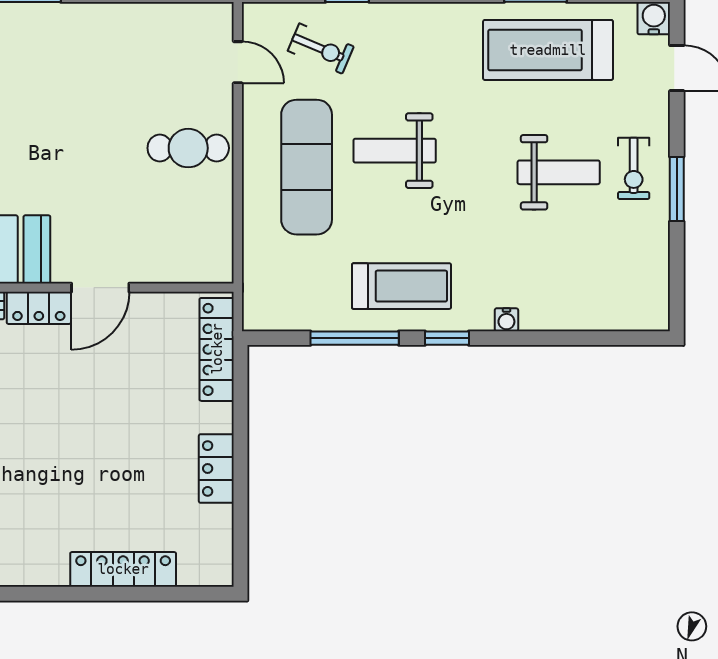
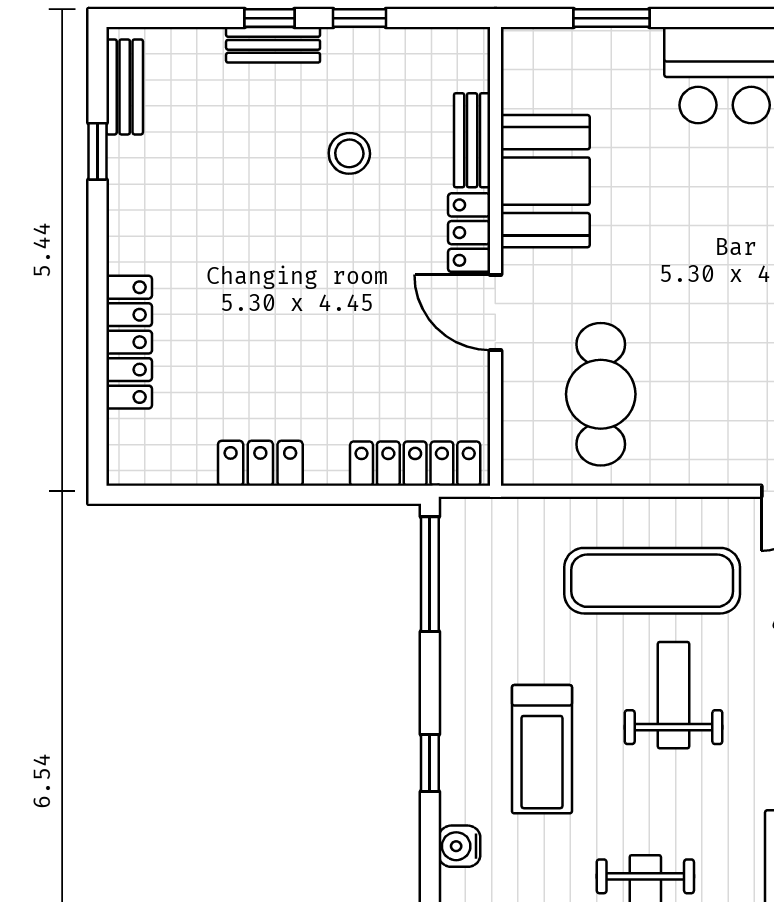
cafe table: (188, 148) -> (601, 394), moved, width x1.37, depth x1.35
treadmill: (401, 286) -> (542, 749), moved
water cooler: (506, 320) -> (459, 846), width x1.38, depth x1.38
window: (355, 338) -> (430, 574), moved

